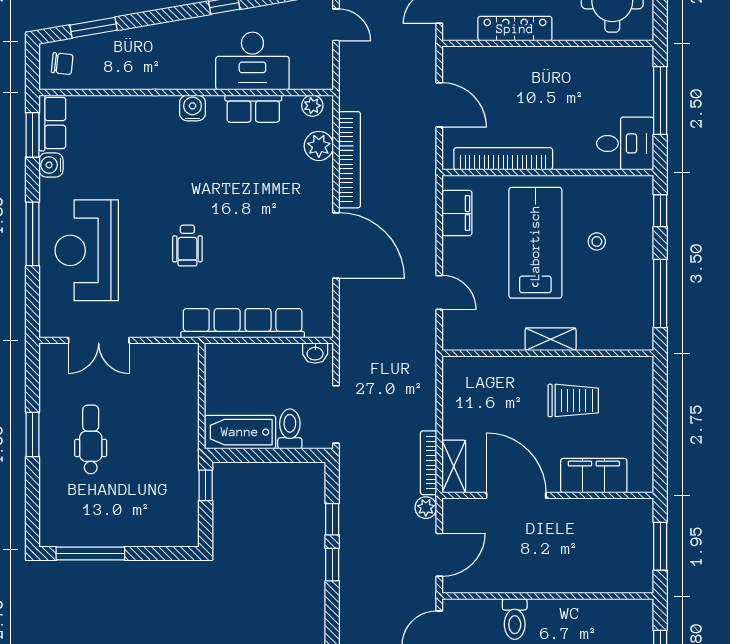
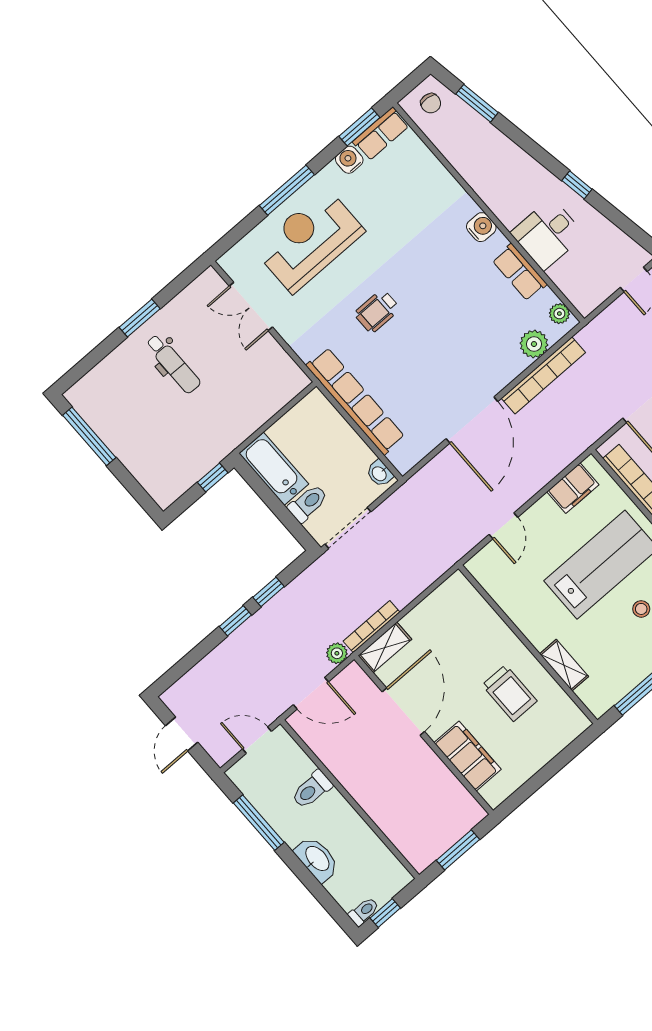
desk: (252, 61) -> (548, 234), width x0.73
shelving: (551, 339) -> (564, 665), moved
dental chair: (91, 439) -> (173, 364), turned 90

